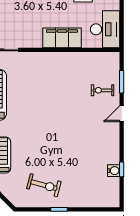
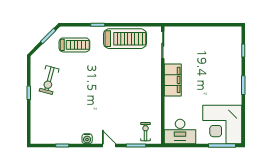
filing cabinet: (62, 38) -> (173, 80), moved
exercise bike: (103, 90) -> (146, 132), moved
water cooler: (114, 171) -> (87, 139), moved

